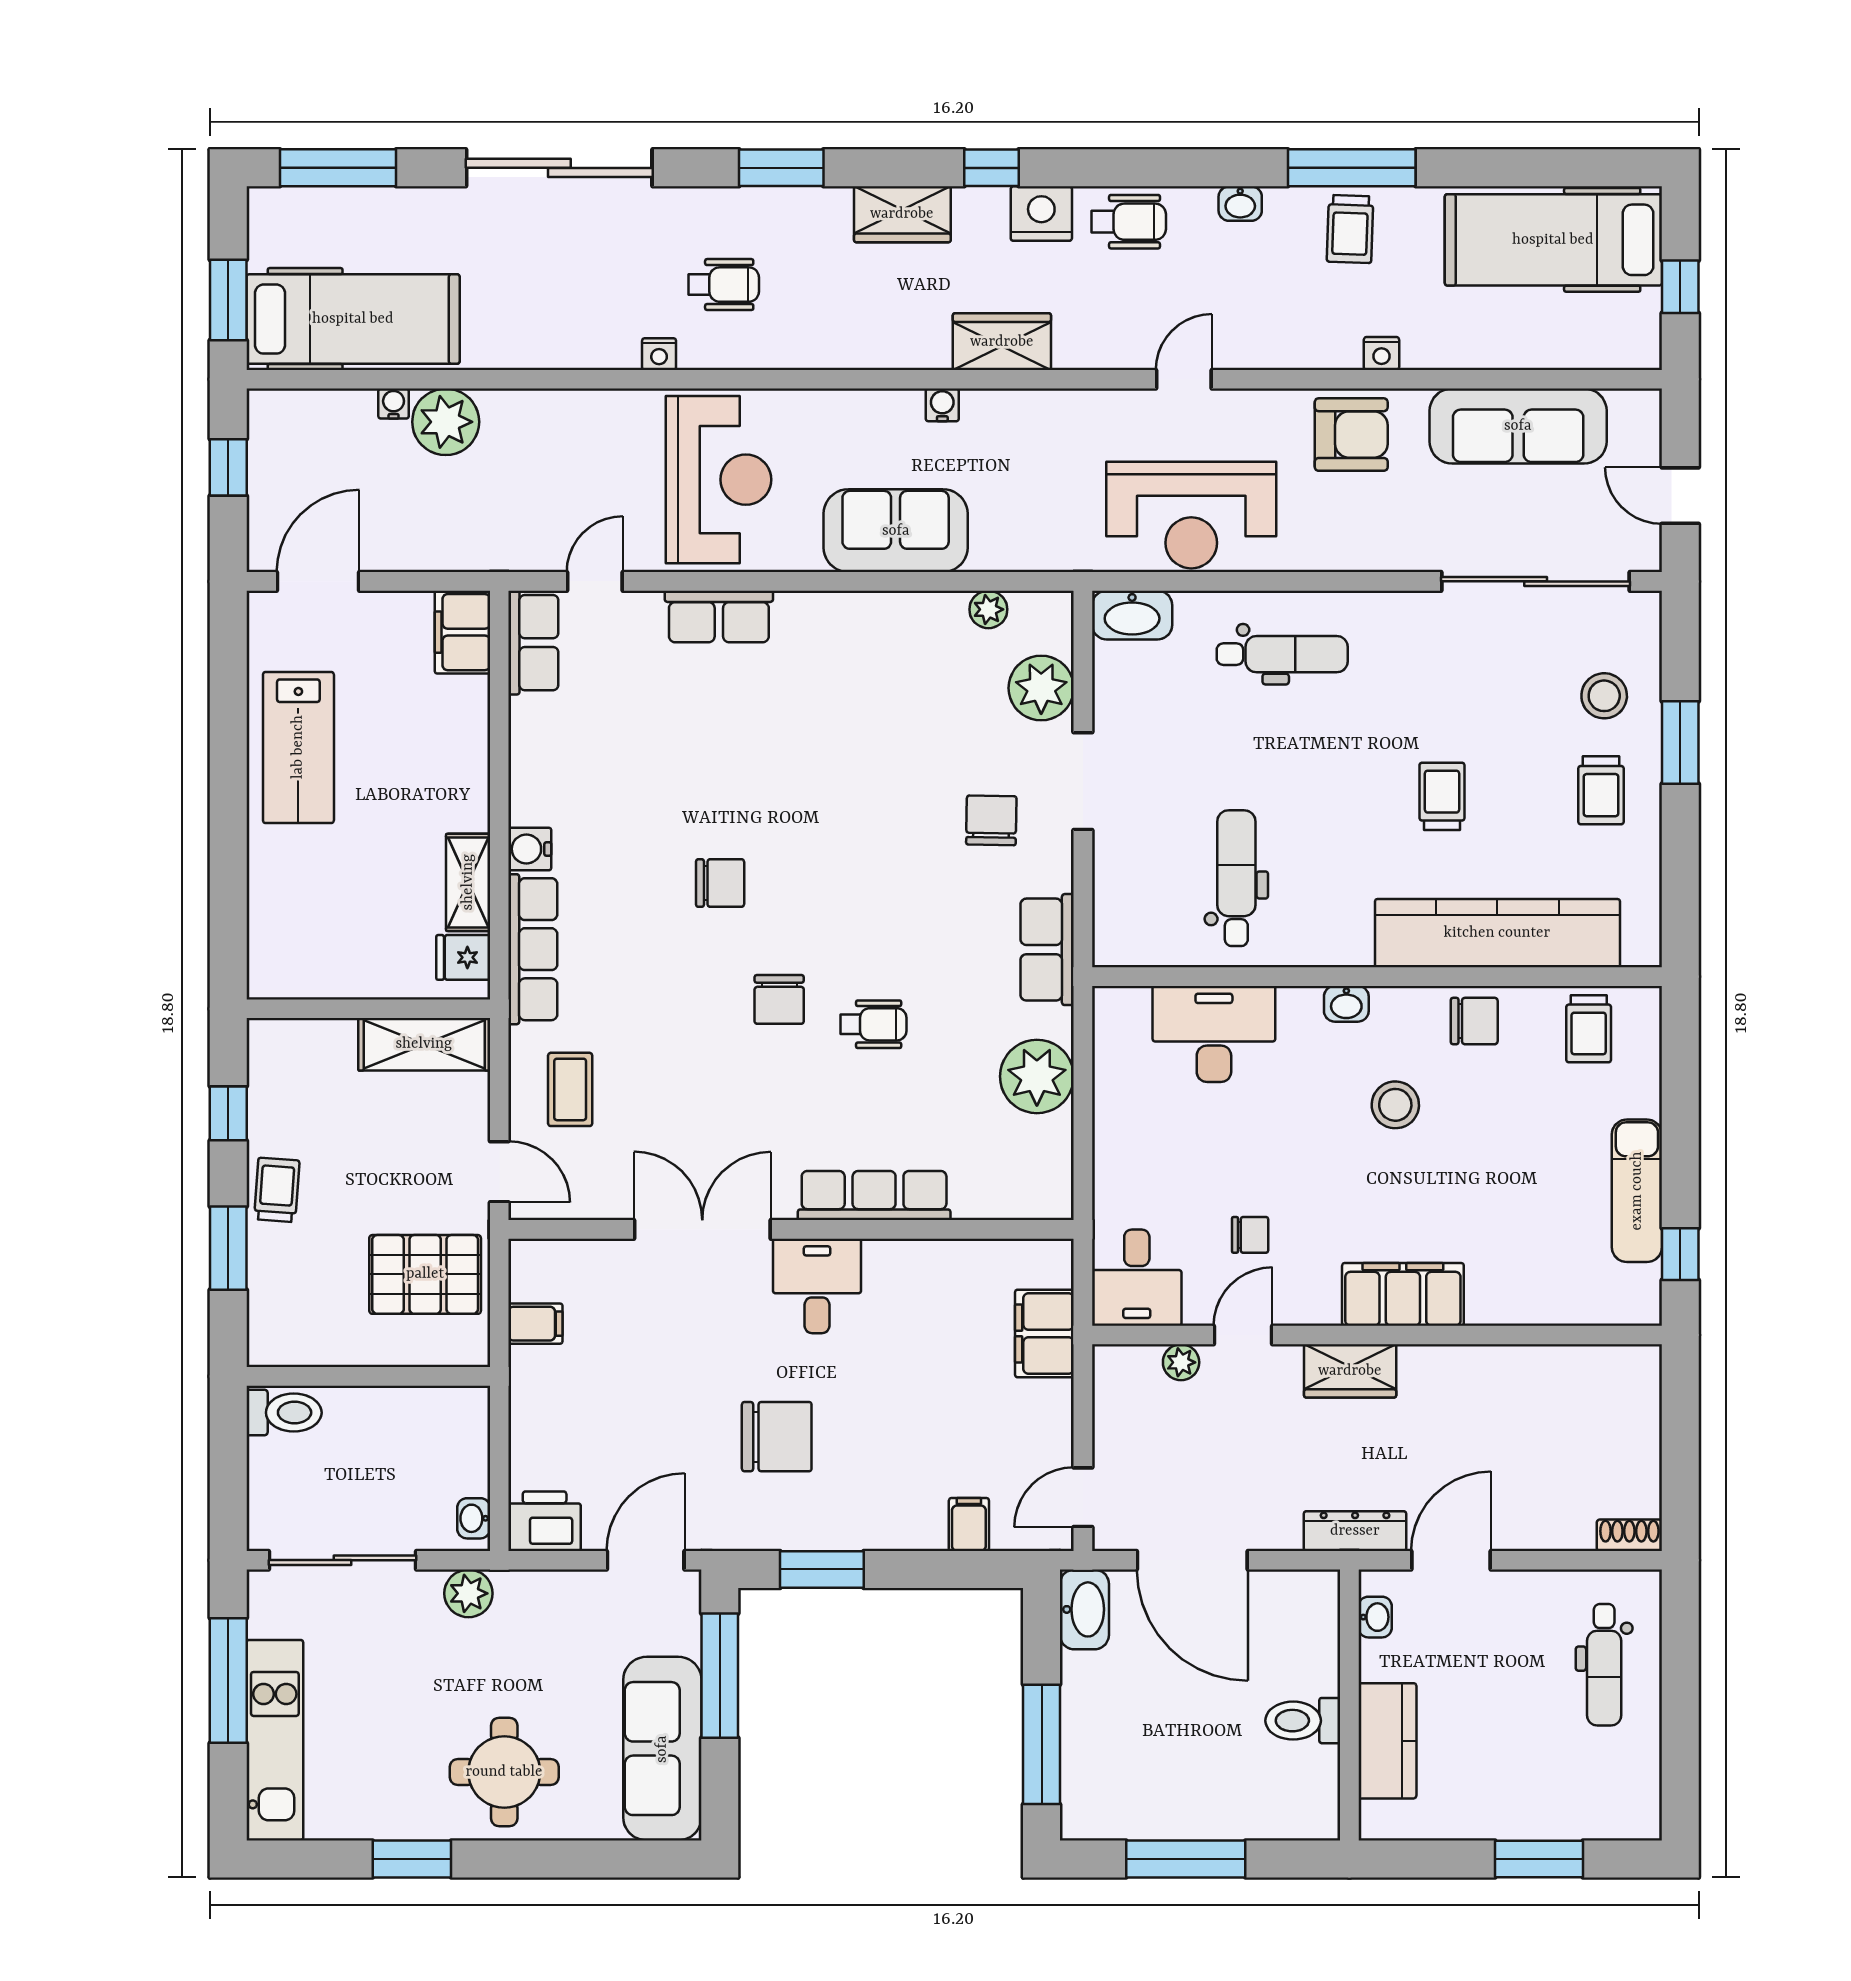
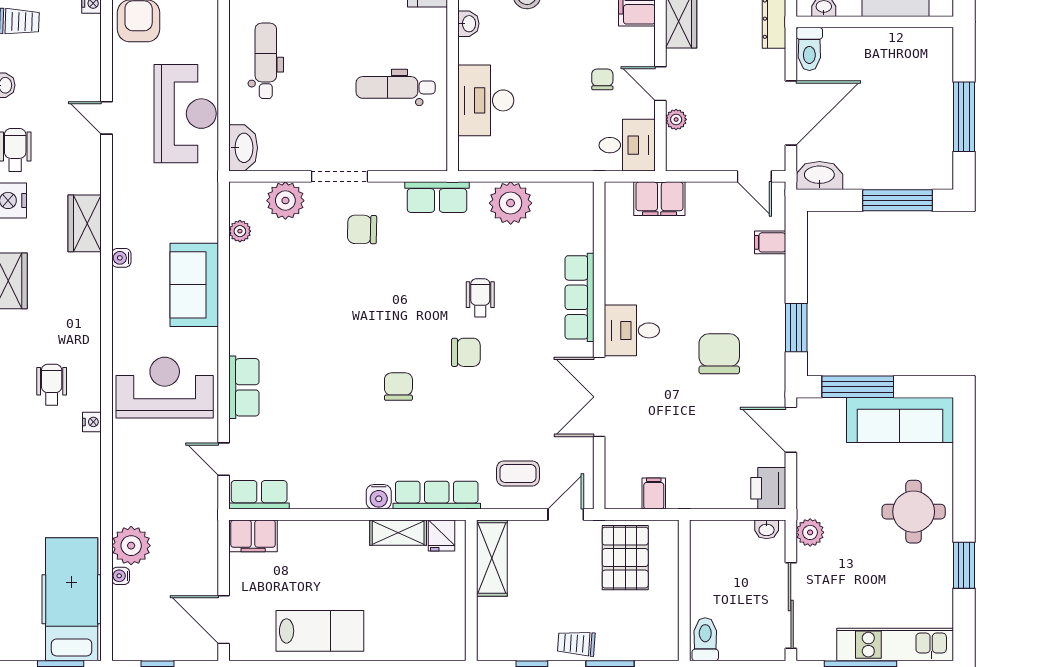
toilet: (1303, 1721) -> (809, 49), moved

